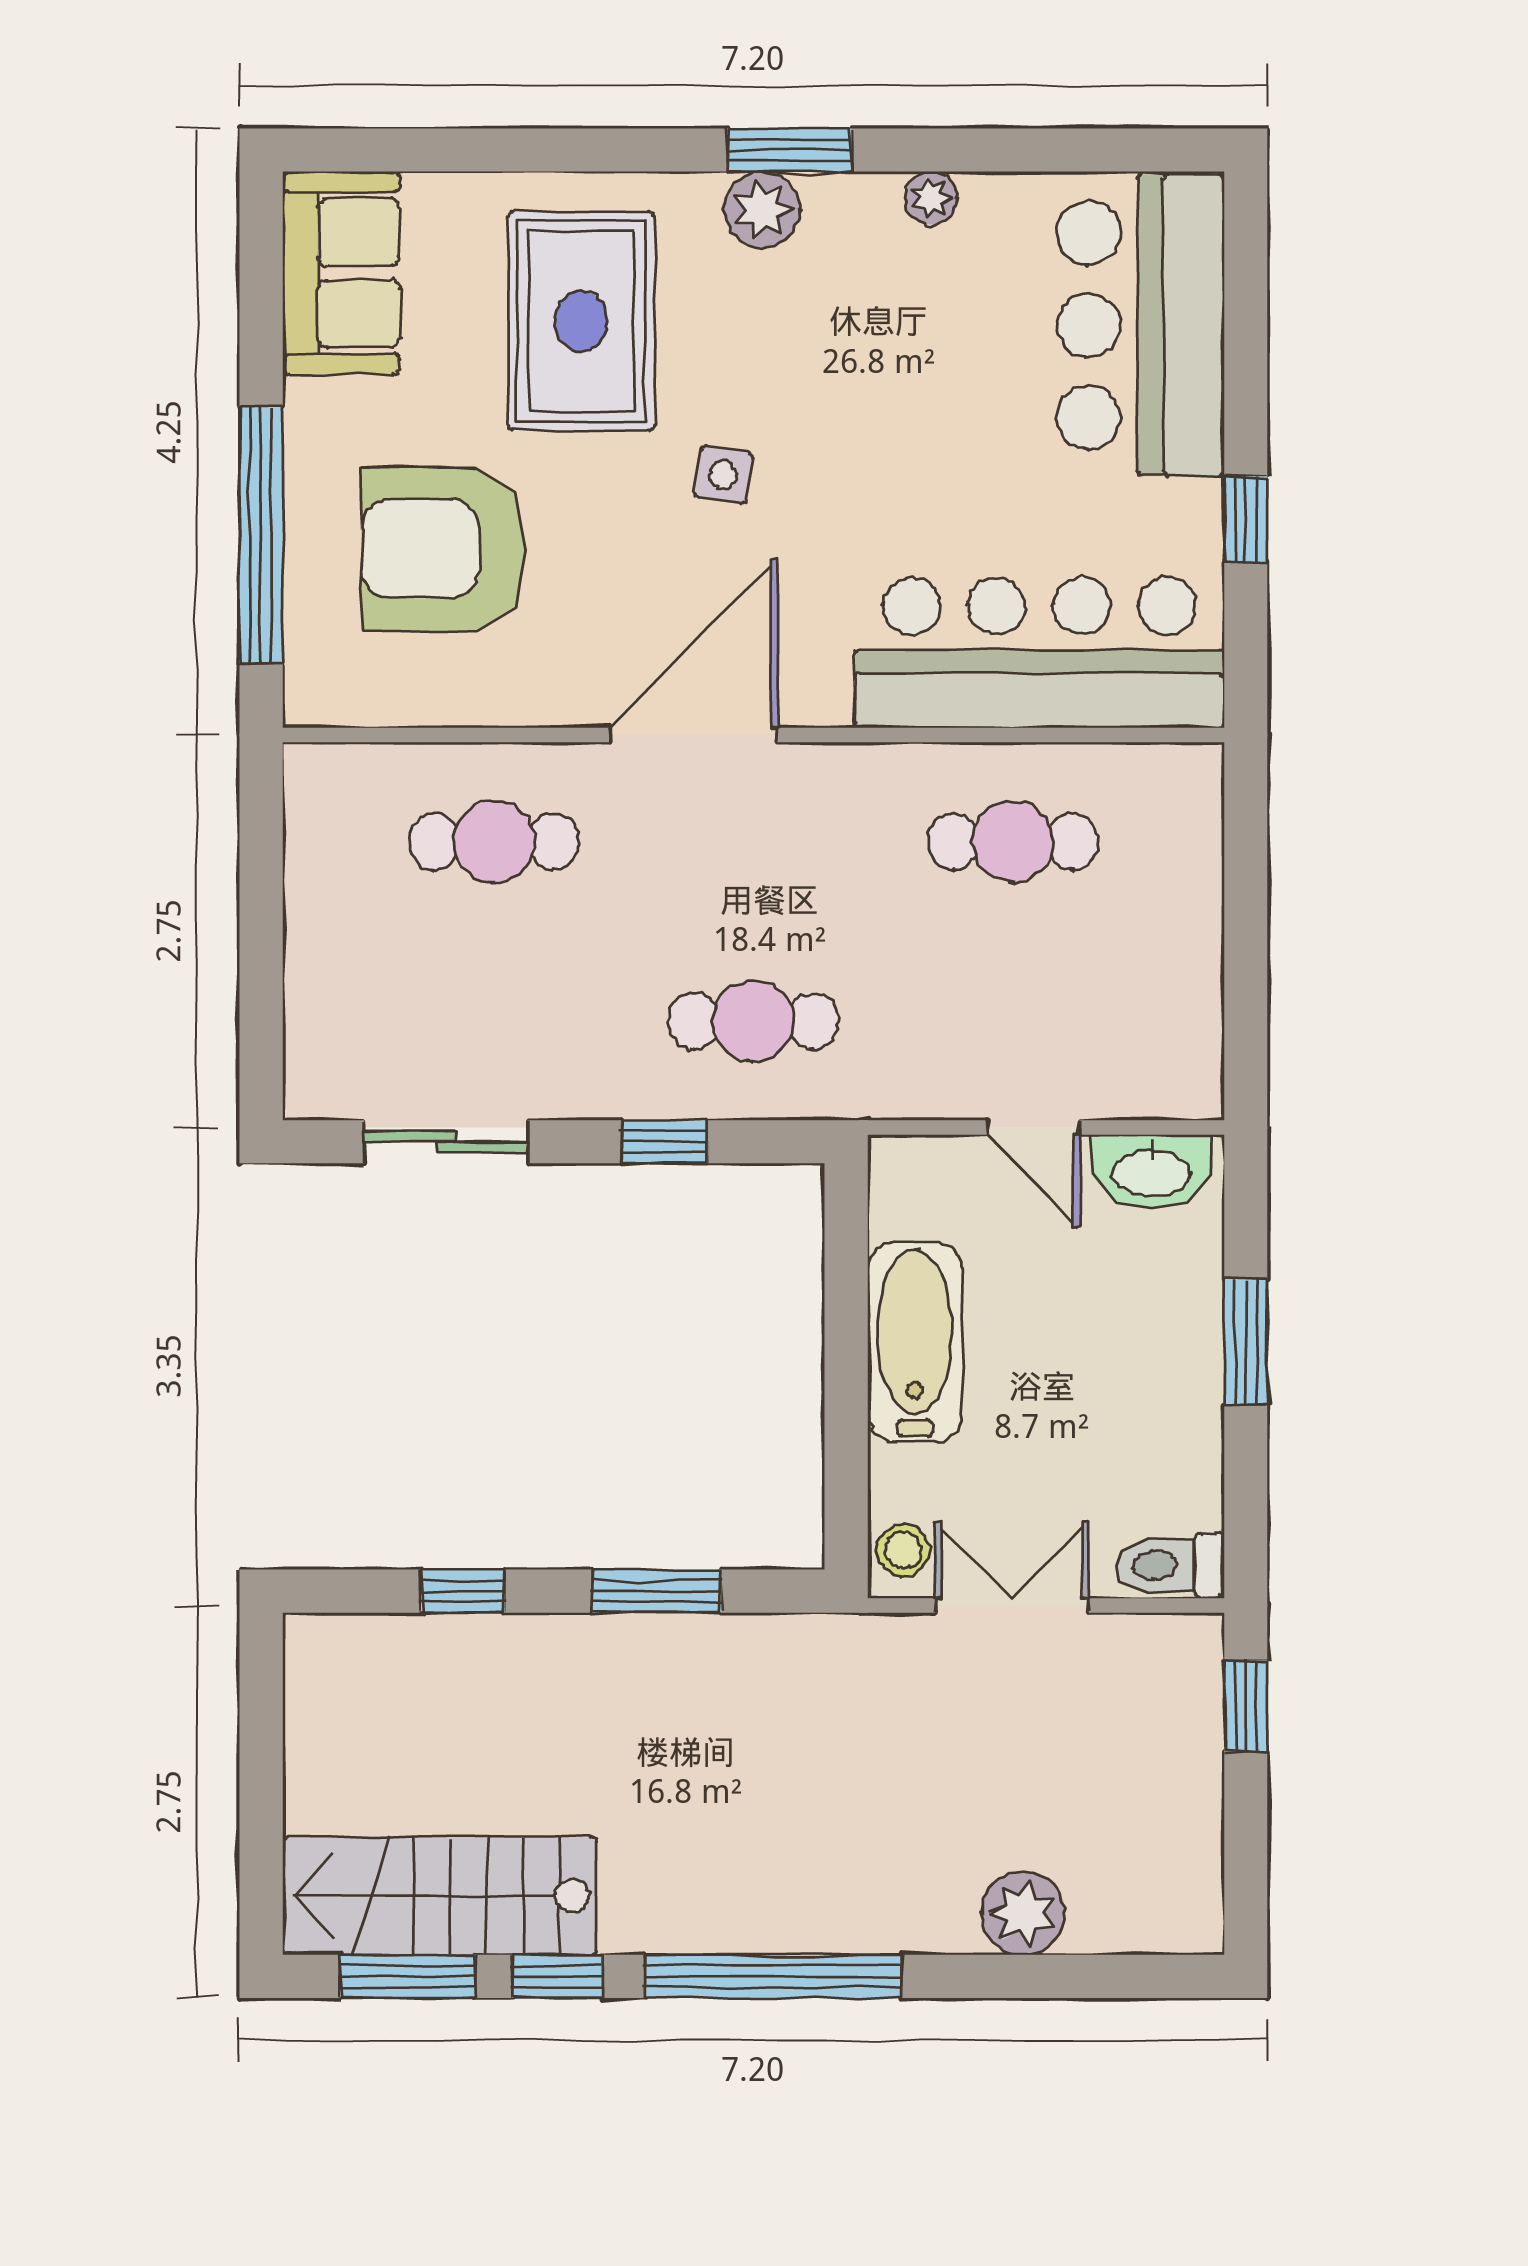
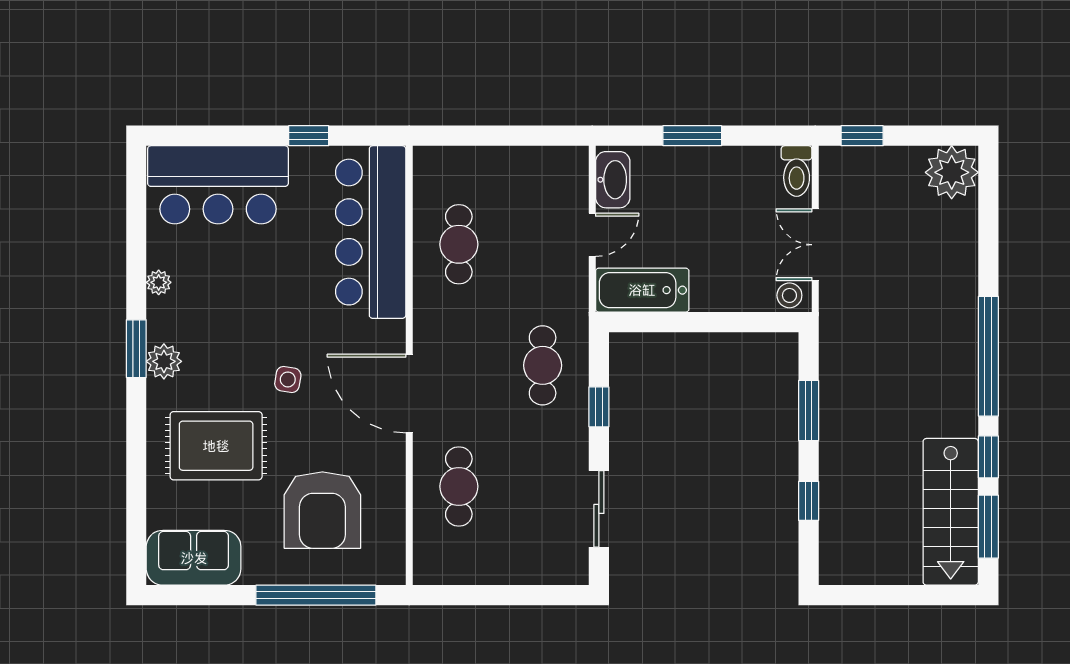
bathtub: (915, 1342) -> (642, 290), moved
plant: (1023, 1913) -> (952, 172), moved, width x1.36, depth x1.36

